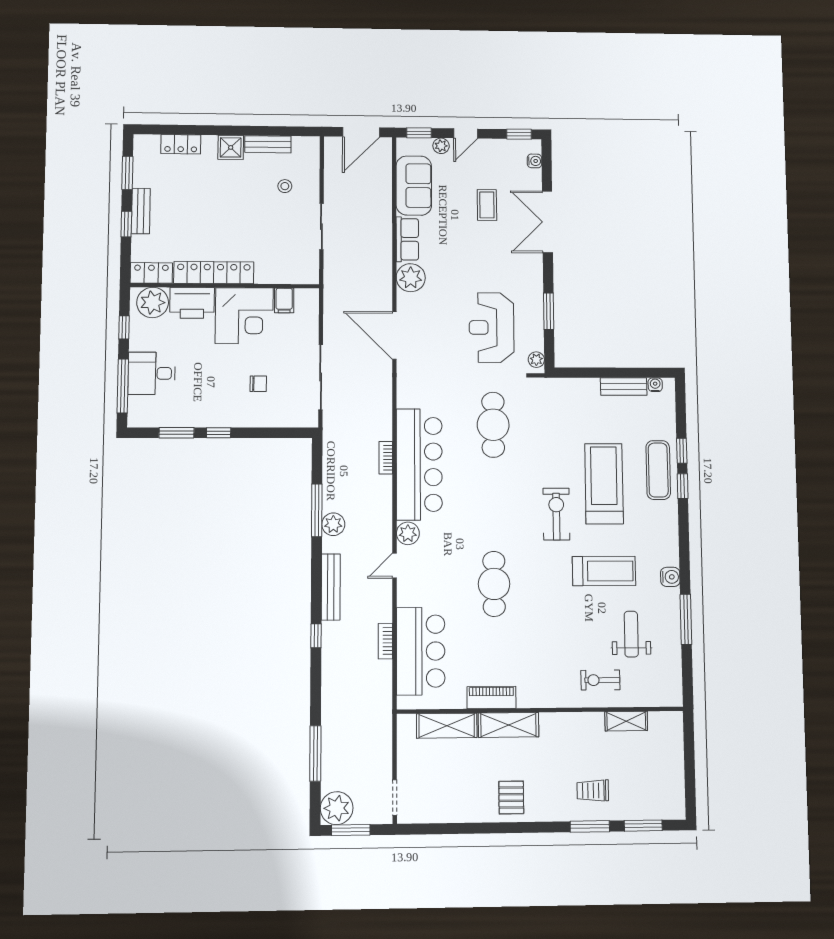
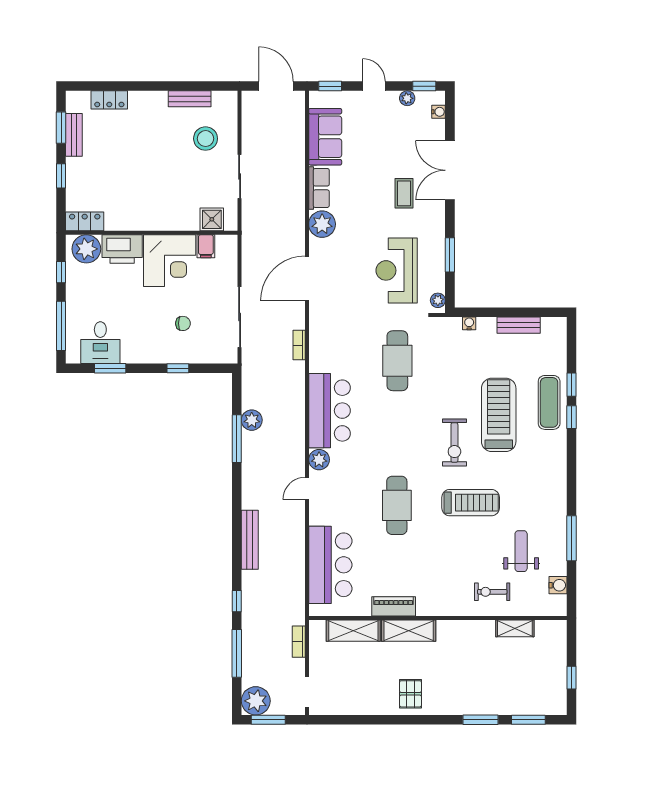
door: (361, 132) -> (276, 86), swing flipped
door: (466, 133) -> (374, 86), swing flipped
plant: (441, 146) -> (407, 98), moved
shower: (231, 147) -> (212, 219), moved
stool: (285, 186) -> (206, 139), width x1.89, depth x1.89
coffee table: (487, 205) -> (404, 193), moved
bench: (141, 211) -> (74, 135), moved
locker: (214, 273) -> (141, 221), removed
door: (394, 335) -> (307, 278), hinge flipped
desk: (152, 373) -> (100, 343), moved, turned -90
water cooler: (655, 385) -> (469, 323), moved
window: (219, 433) -> (178, 368), moved
bookcase: (386, 458) -> (299, 345), moved
bar counter: (419, 464) -> (329, 411), width x0.73
exercise bike: (556, 514) -> (454, 443), turned 180
plant: (333, 524) -> (252, 420), moved
treadmill: (604, 571) -> (471, 503), moved
water cooler: (670, 577) -> (558, 585), moved
bench: (331, 587) -> (250, 540), moved
window: (316, 636) -> (237, 601), moved
bookcase: (385, 641) -> (299, 642), moved
window: (690, 776) -> (571, 678), added
trolley: (593, 791) -> (484, 689), removed

